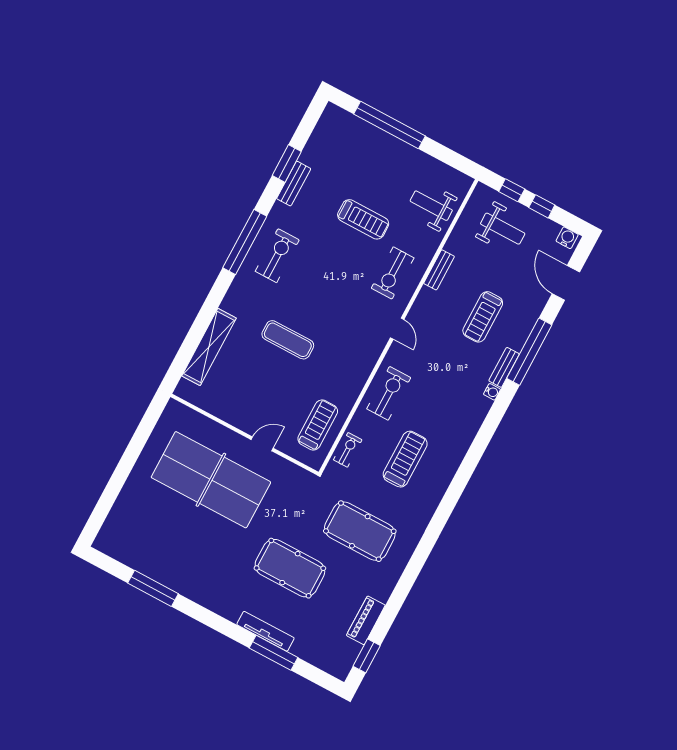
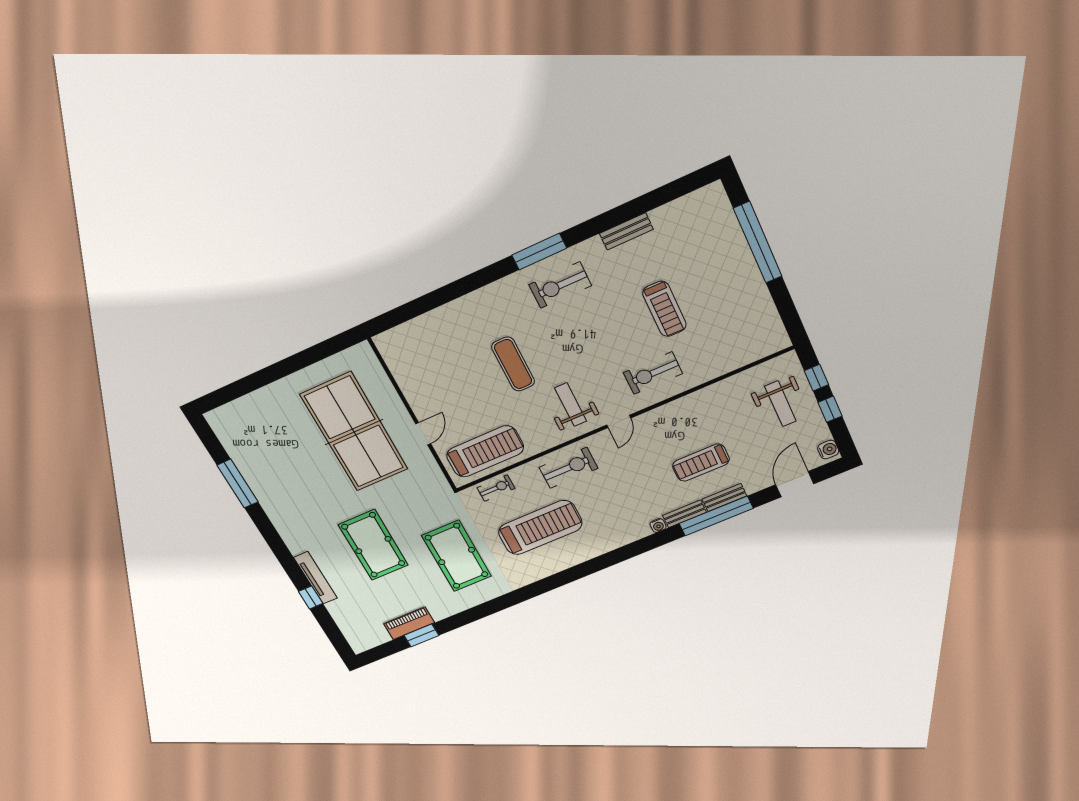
window: (287, 164) -> (634, 208), removed
weight bench: (431, 206) -> (571, 405), moved
window: (245, 242) -> (539, 252), width x0.68
exercise bike: (277, 256) -> (560, 285), turned 180
bench: (439, 270) -> (724, 497), moved
shelving: (209, 347) -> (435, 321), removed
treadmill: (318, 425) -> (485, 451), width x1.37, depth x1.38
door: (262, 444) -> (423, 434), hinge flipped
treadmill: (405, 459) -> (540, 528), width x1.37, depth x1.38
window: (273, 653) -> (311, 597), width x0.46
window: (367, 656) -> (421, 635), moved

